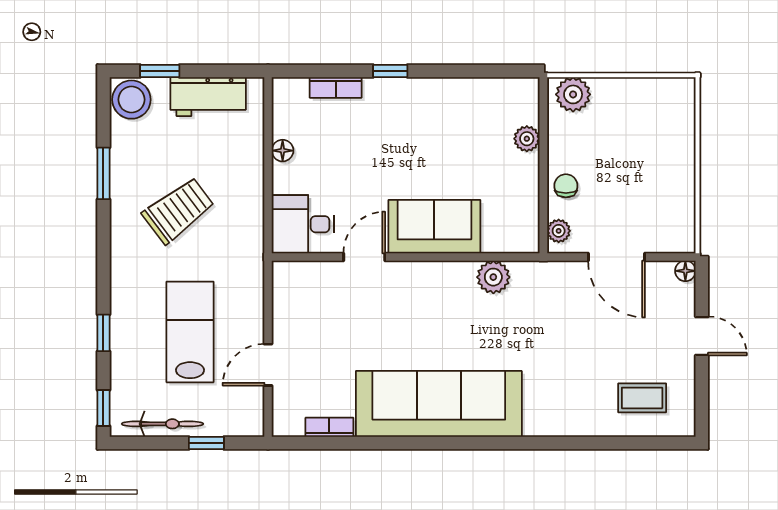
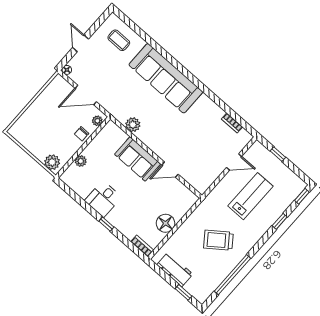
bookcase: (336, 87) -> (142, 246), moved
stool: (131, 100) -> (201, 291), removed
floor lamp: (283, 151) -> (166, 223), width x1.89, depth x1.89
window: (103, 173) -> (233, 275), width x2.11
desk: (303, 224) -> (103, 199), moved, turned 90
door: (616, 257) -> (86, 95), swing flipped
lab bench: (190, 332) -> (250, 196), turned 180
sofa: (439, 404) -> (166, 78), moved
bicycle: (162, 424) -> (287, 173), removed

